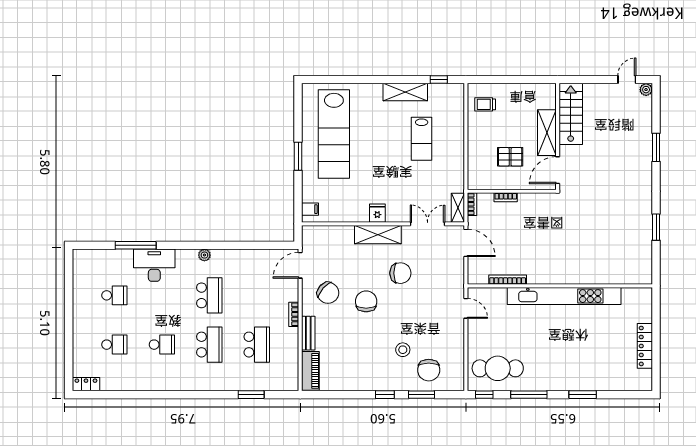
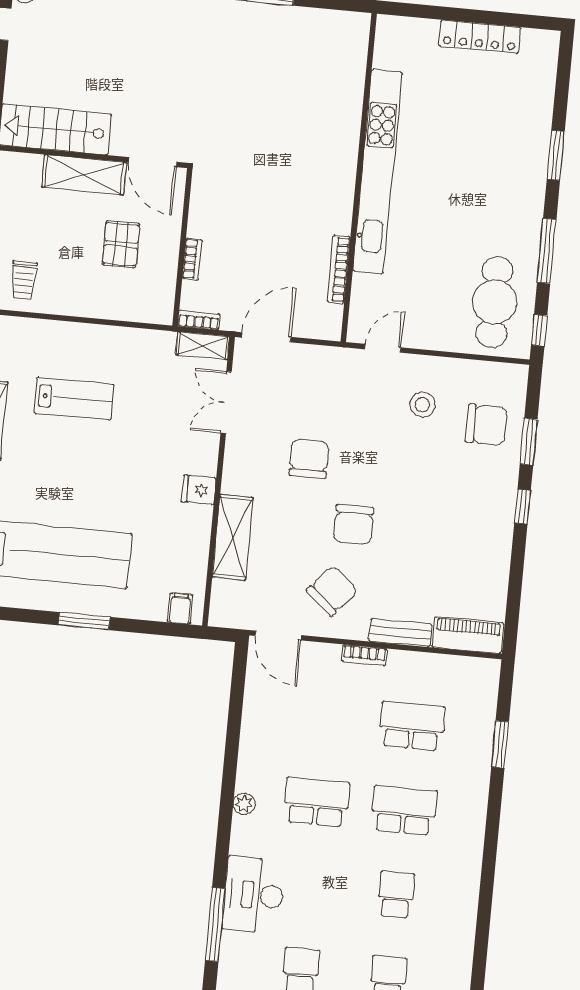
shelving: (378, 235) -> (233, 537), moved
chair: (366, 301) -> (354, 524), turned -90
stool: (403, 350) -> (422, 405), moved

